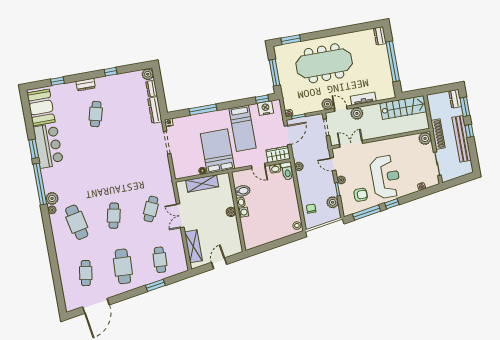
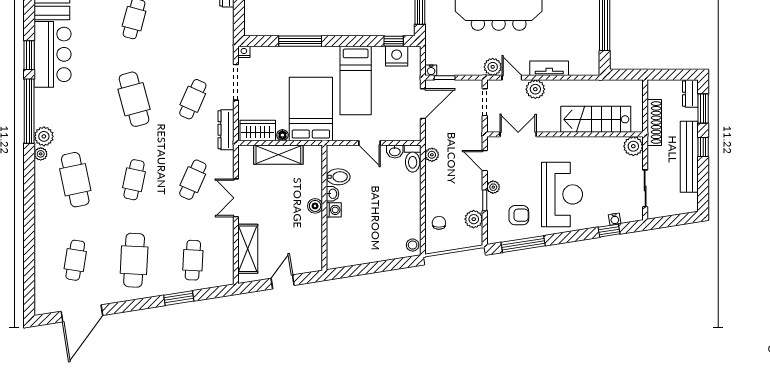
stairs: (403, 108) -> (596, 119), moved, turned 180
dresser: (155, 110) -> (226, 130), moved
shoe rack: (438, 134) -> (654, 123), moved
wardrobe: (278, 154) -> (258, 130), moved
cafe table: (142, 158) -> (193, 99), added
cafe table: (105, 165) -> (134, 99), added
window: (392, 204) -> (609, 231), moved

